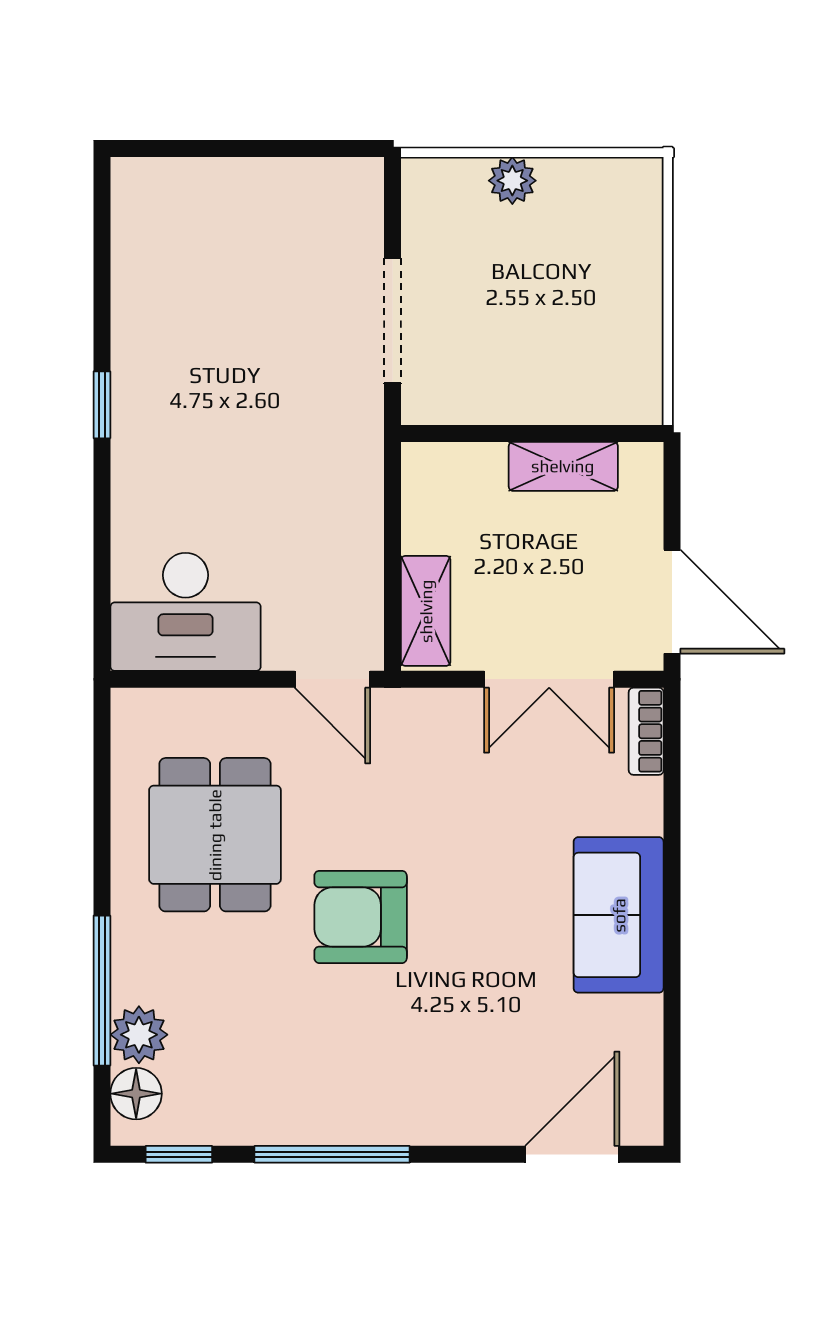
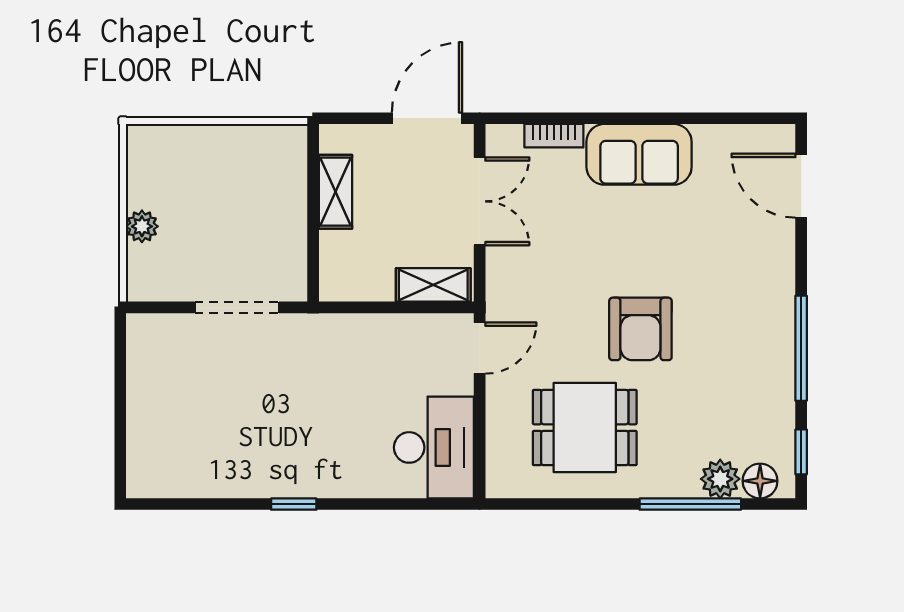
bookcase: (646, 731) -> (554, 136), moved

